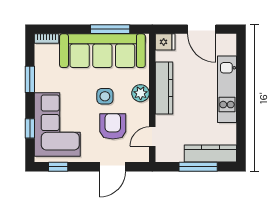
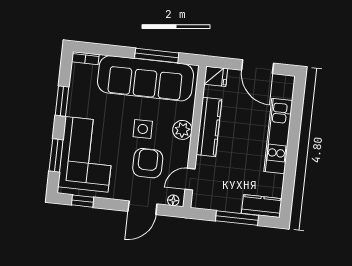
window: (30, 128) -> (56, 155), width x1.50
kitchen counter: (210, 154) -> (262, 206), width x0.67
floor lamp: (139, 157) -> (173, 200), added

